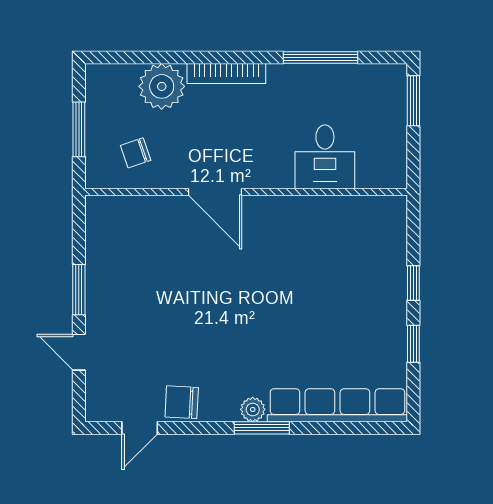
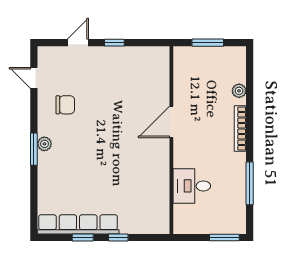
plant: (162, 86) -> (239, 91), width x0.53, depth x0.53
chair: (136, 153) -> (194, 76), removed
window: (79, 290) -> (114, 43), width x0.67
chair: (182, 402) -> (65, 105), moved, turned 87
row of seats: (337, 405) -> (78, 224), moved, turned -90

